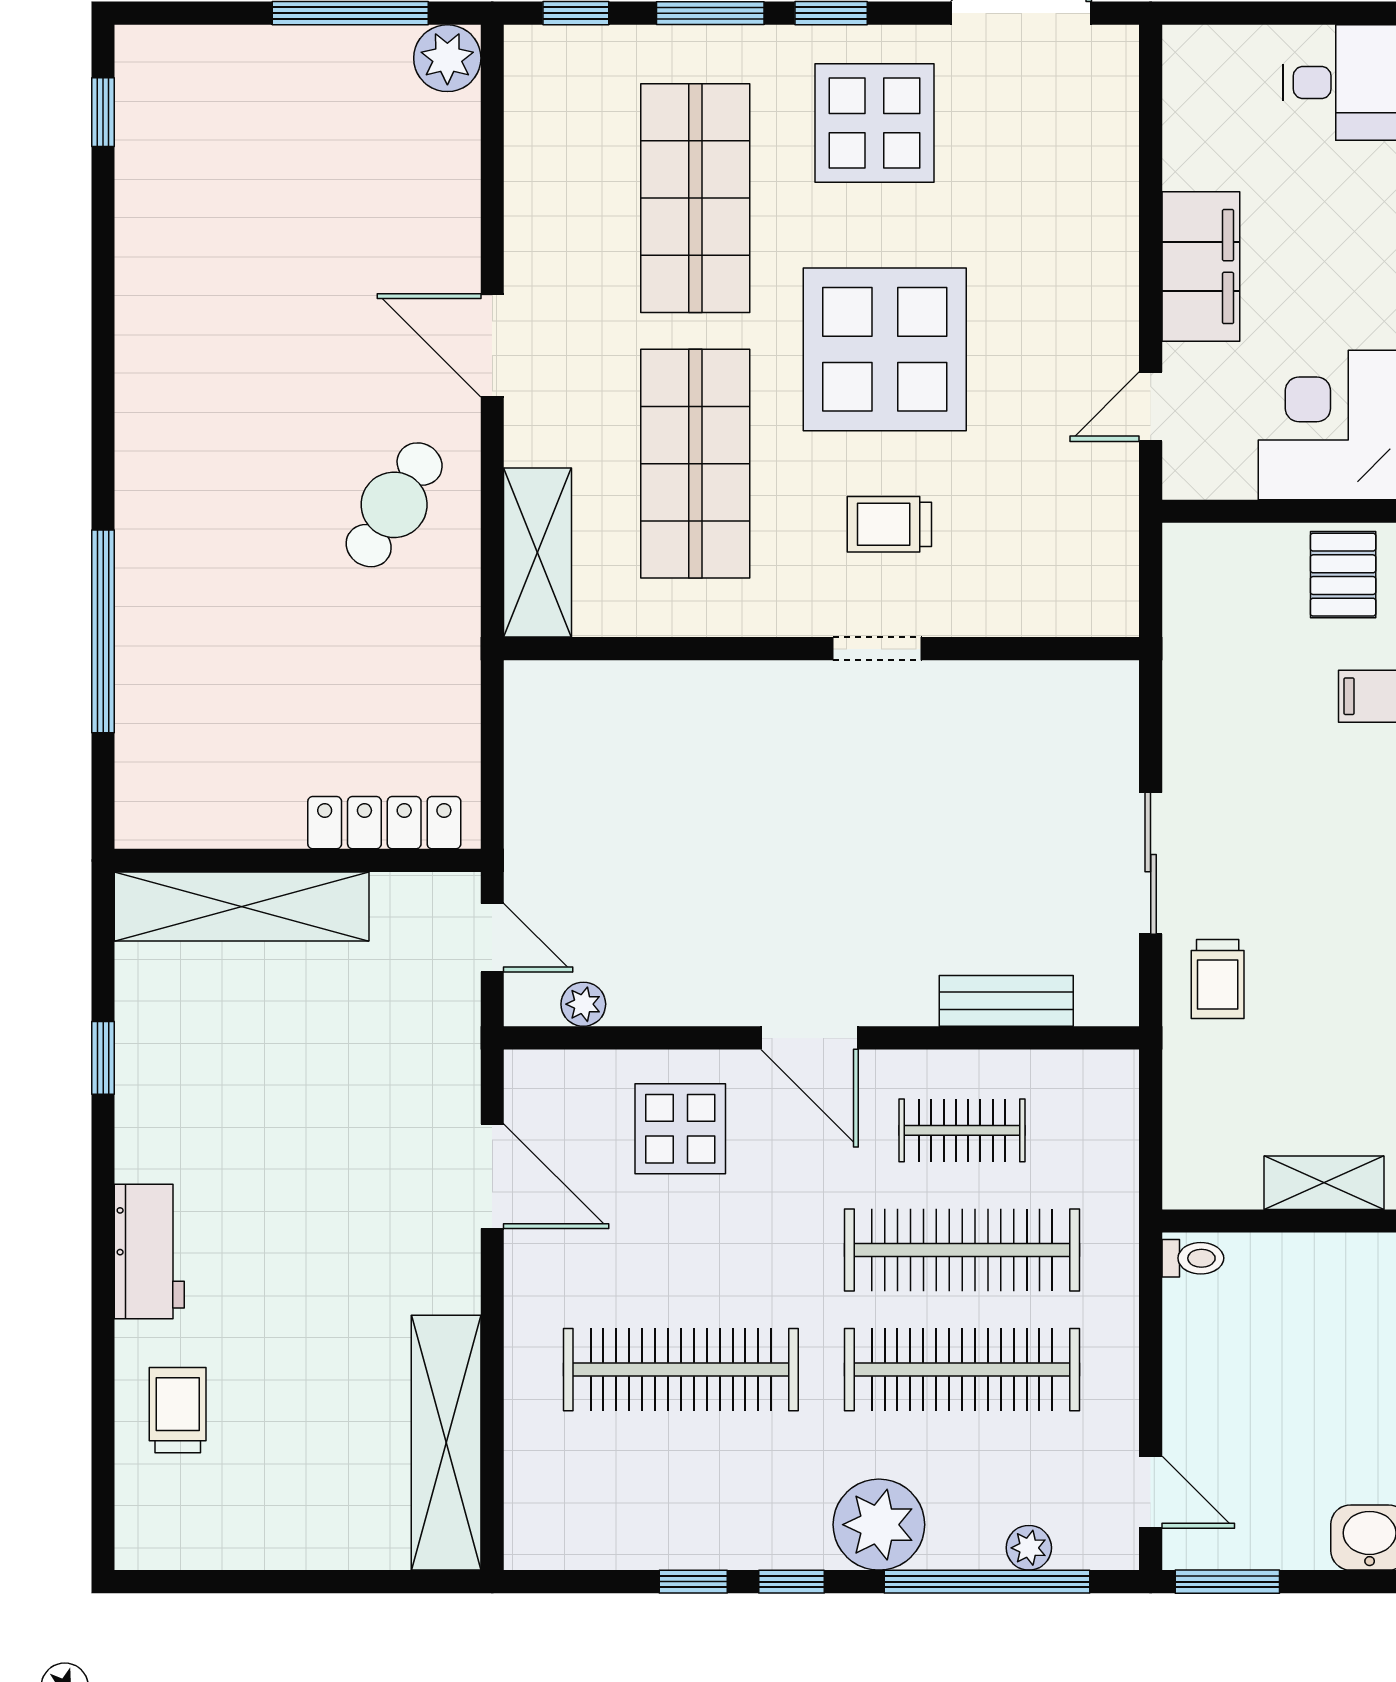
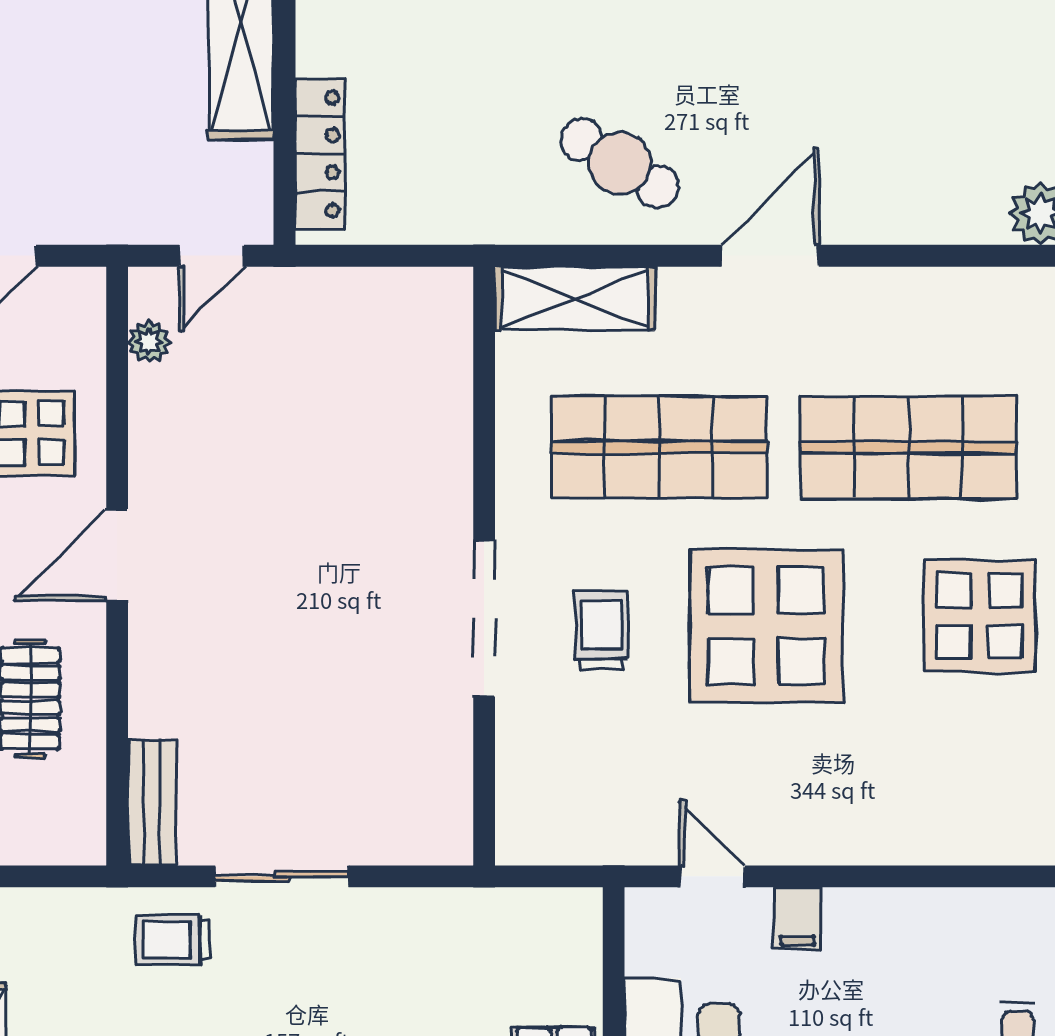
filing cabinet: (1201, 267) -> (797, 919), width x0.33, depth x0.86
doorway: (877, 649) -> (484, 618), width x1.87
bench: (1006, 1001) -> (152, 803), moved

